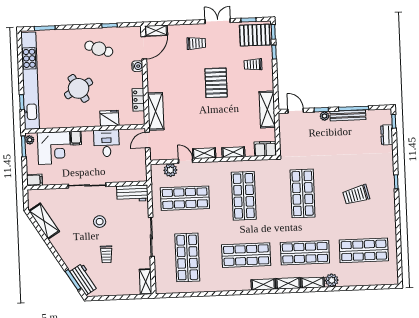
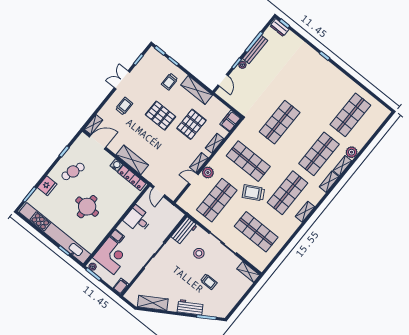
pallet: (255, 35) -> (191, 124), moved
door: (144, 48) -> (98, 142), hinge flipped
water cooler: (137, 66) -> (116, 165), moved
round table: (79, 88) -> (87, 207), turned 30
locker: (138, 100) -> (132, 178), width x1.53
shelving: (267, 109) -> (197, 90), moved
shelving: (156, 111) -> (132, 160), moved
door: (296, 111) -> (223, 80), swing flipped
fridge: (109, 118) -> (47, 186), moved, turned 180
dresser: (387, 135) -> (280, 28), moved
plant: (170, 170) -> (208, 172), moved
shop shelf: (303, 193) -> (280, 122), turned 90
trolley: (356, 195) -> (253, 193), moved, turned 75
stool: (100, 222) -> (199, 253), moved
workbench: (84, 279) -> (190, 307), moved
shelving: (263, 284) -> (305, 212), moved

